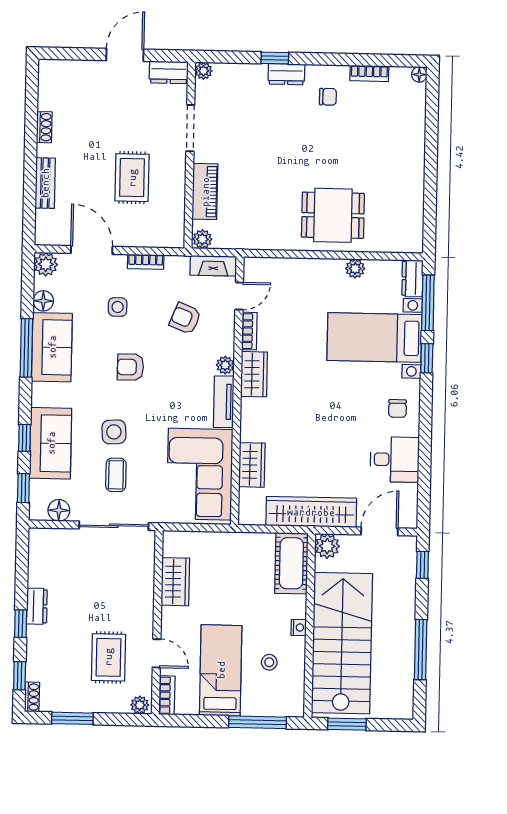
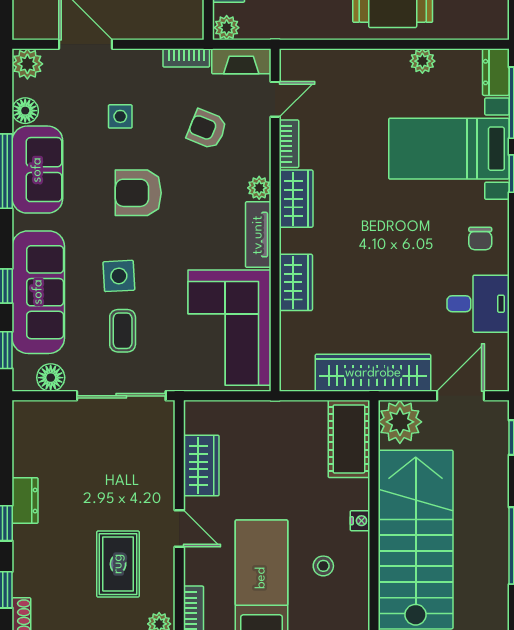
bookcase: (146, 262) -> (186, 58), moved
armchair: (130, 367) -> (138, 193), width x1.38, depth x1.38
sofa: (51, 443) -> (38, 292), width x1.36
wardrobe: (252, 465) -> (296, 282), moved
plant: (327, 546) -> (400, 422), width x1.36, depth x1.36
door: (157, 653) -> (179, 528), moved

